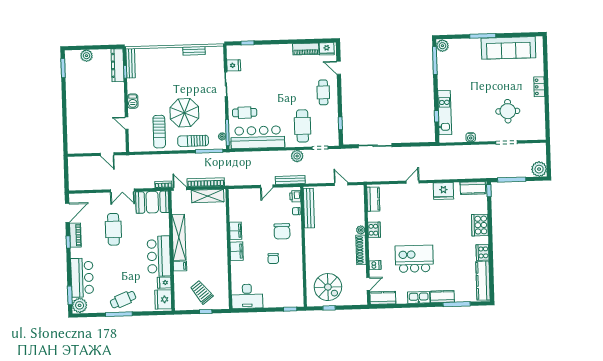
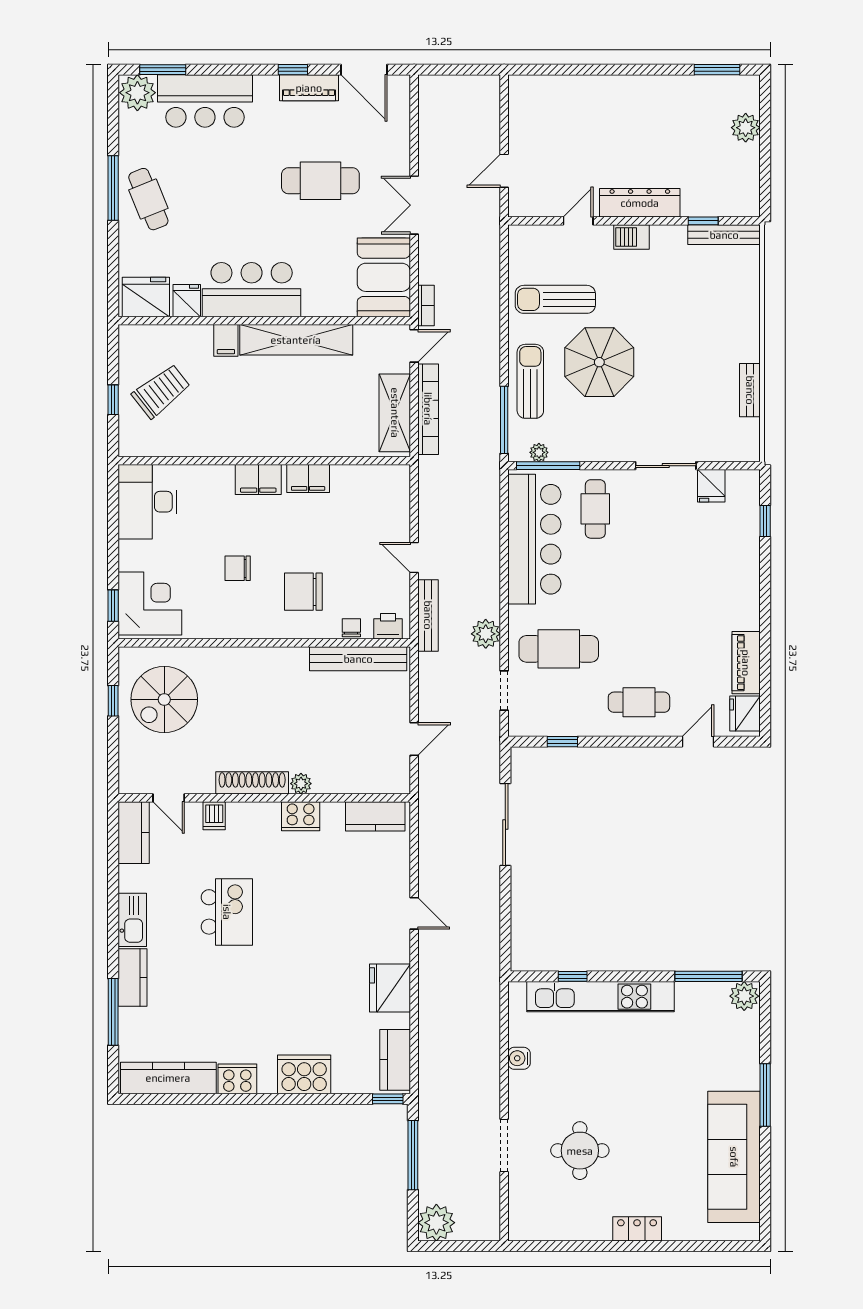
dresser: (118, 65) -> (640, 203), moved
kitchen unit: (445, 113) -> (601, 997), width x1.36
kitchen island: (414, 259) -> (227, 912), width x0.73, depth x0.78
corner desk: (289, 294) -> (150, 604), added

